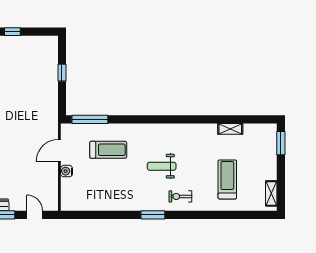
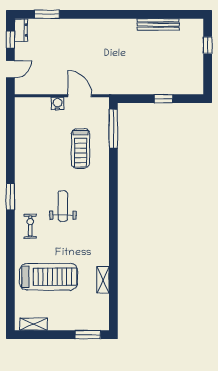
treadmill: (227, 179) -> (49, 277), width x1.37, depth x1.38

